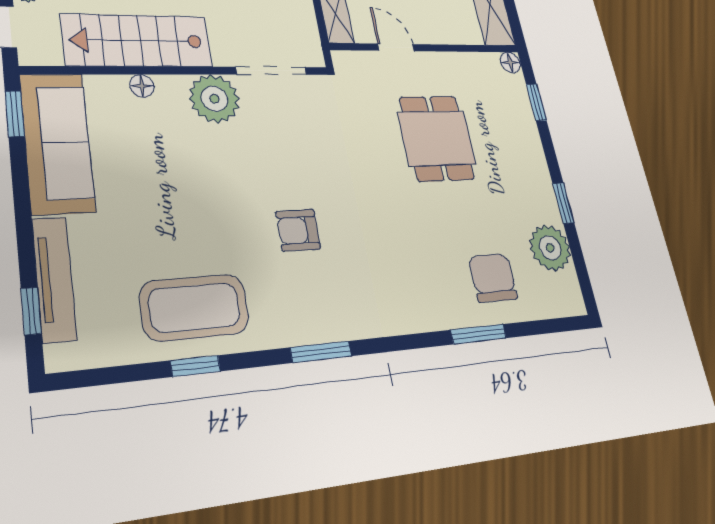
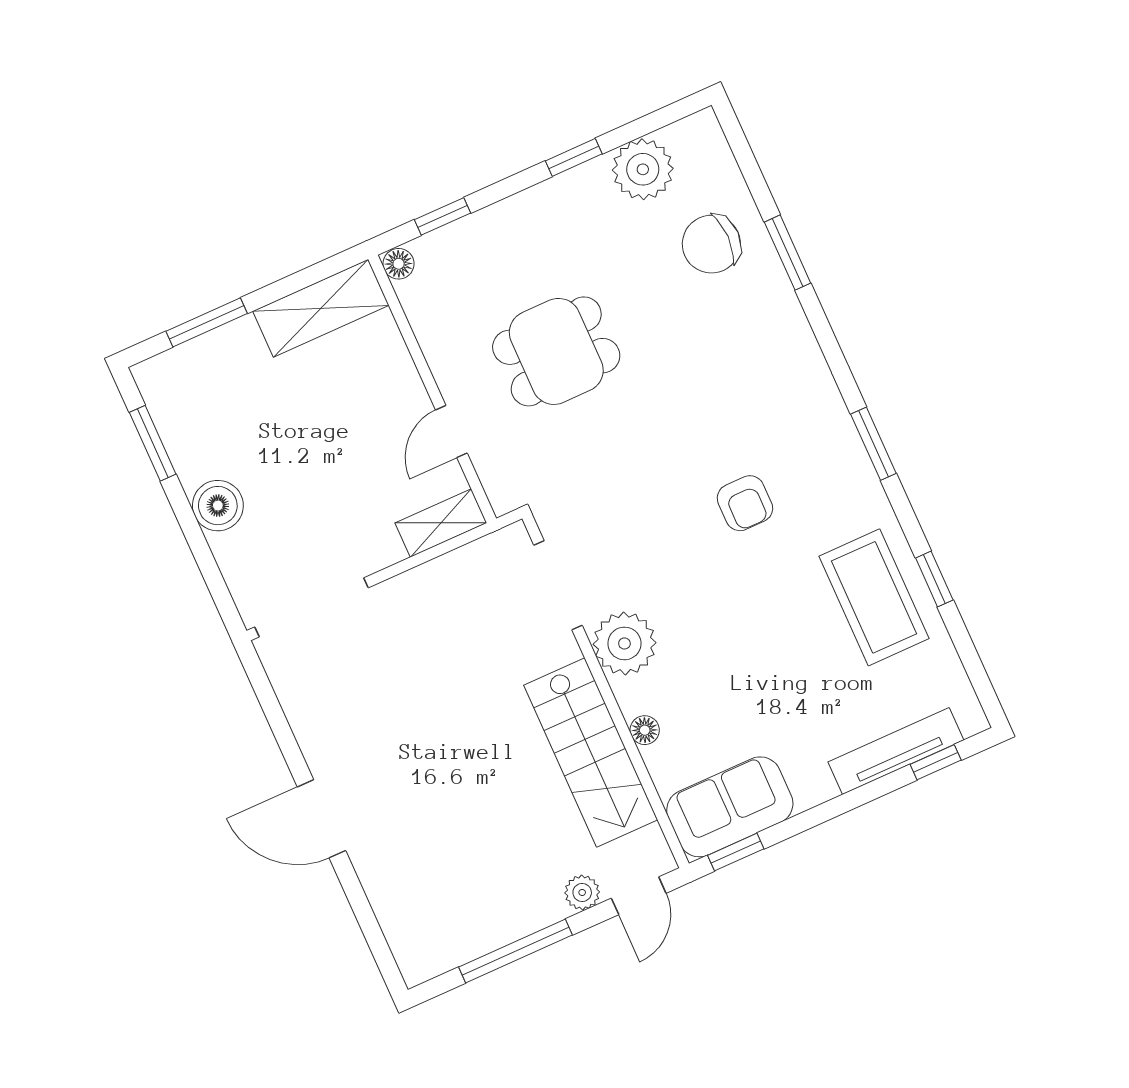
sofa: (57, 143) -> (730, 807), width x0.73

